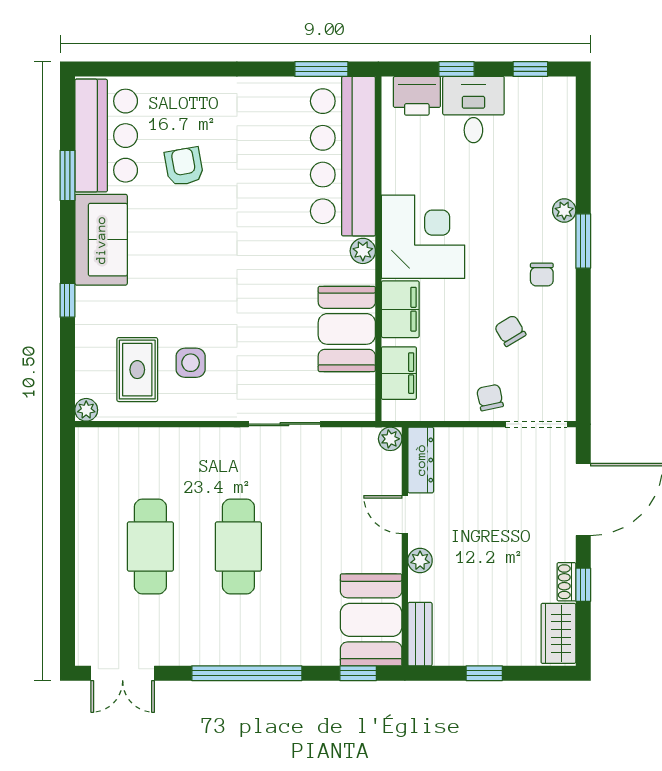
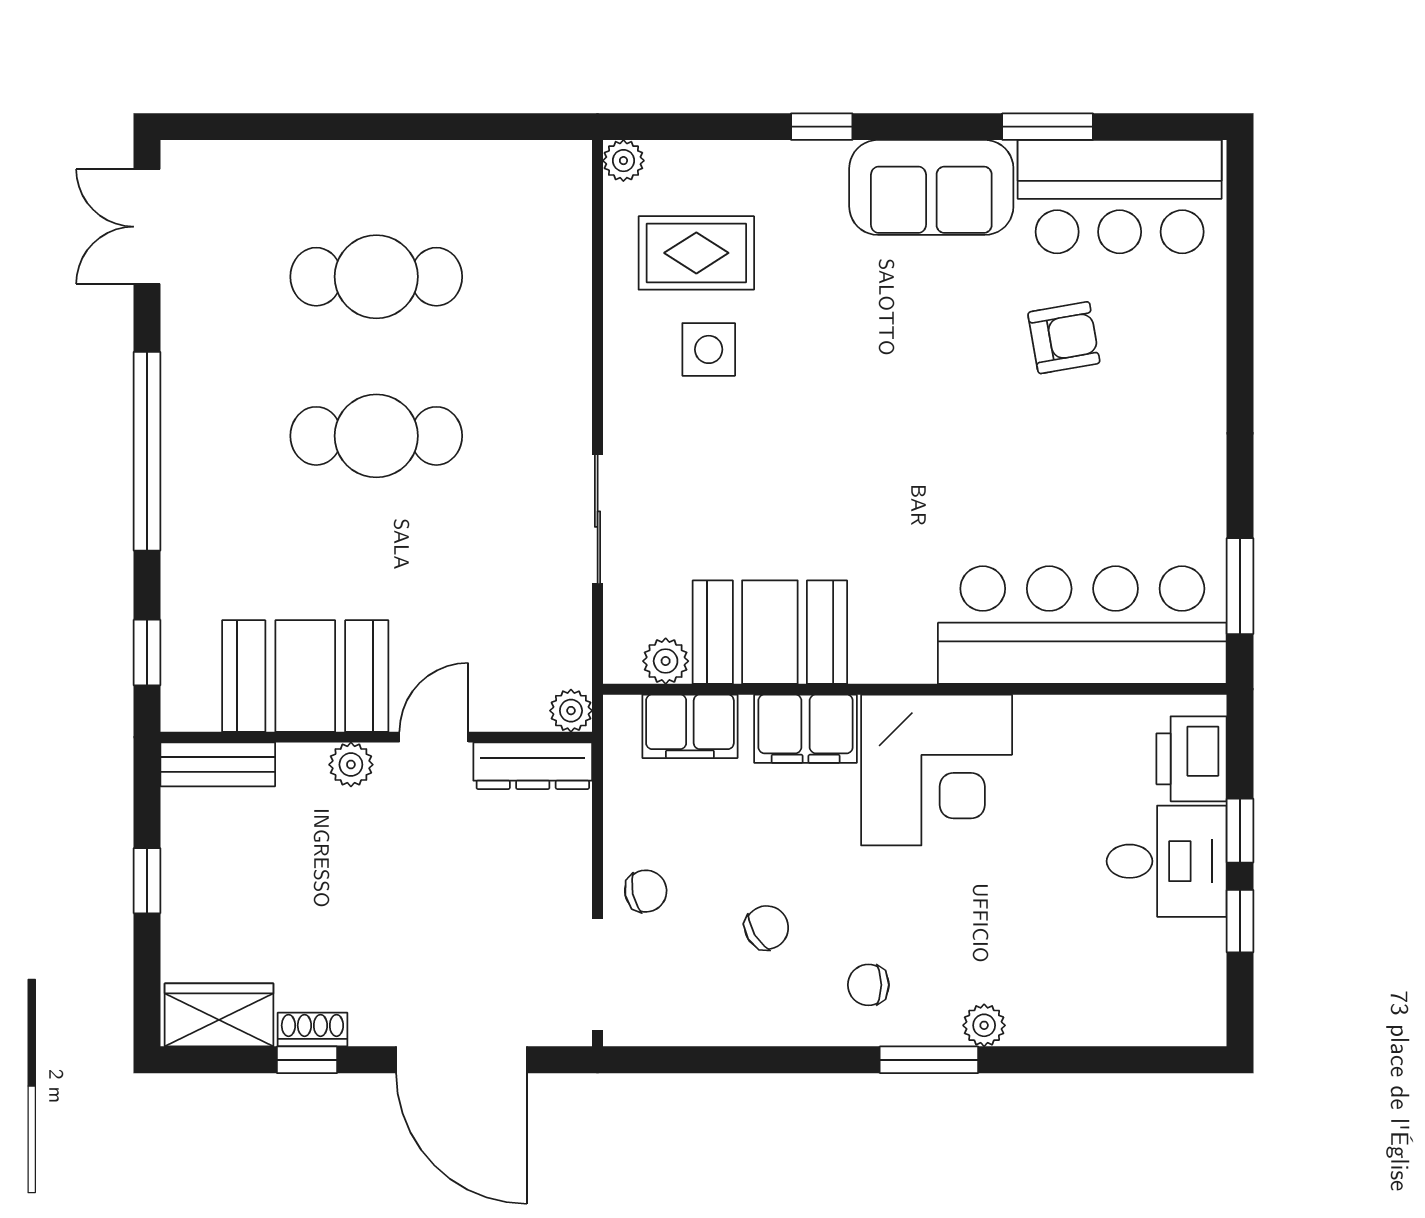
window: (530, 69) -> (1240, 921), moved
plant: (363, 251) -> (666, 661), moved
booth: (371, 620) -> (305, 676), moved

